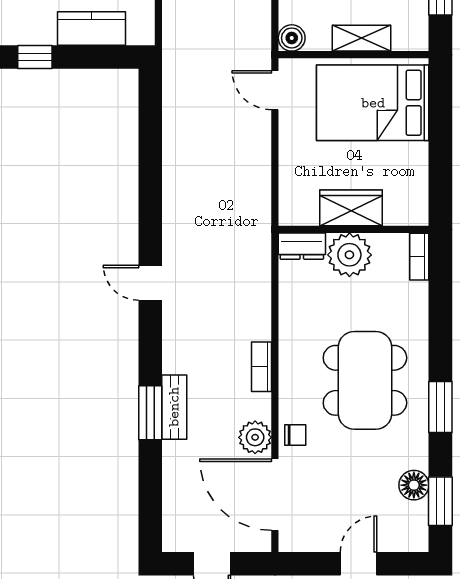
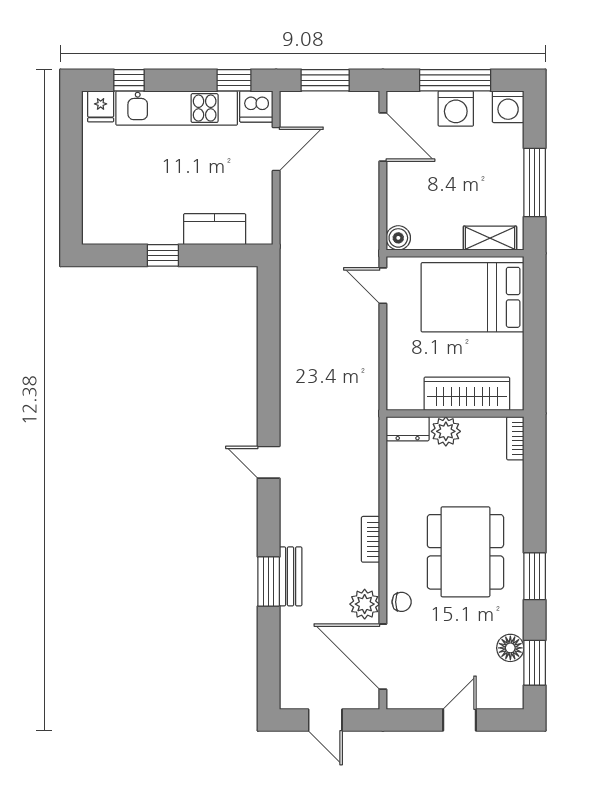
shelving: (362, 38) -> (490, 238), moved
wardrobe: (351, 208) -> (467, 394), width x1.50
plant: (349, 255) -> (446, 431), width x0.73, depth x0.73

